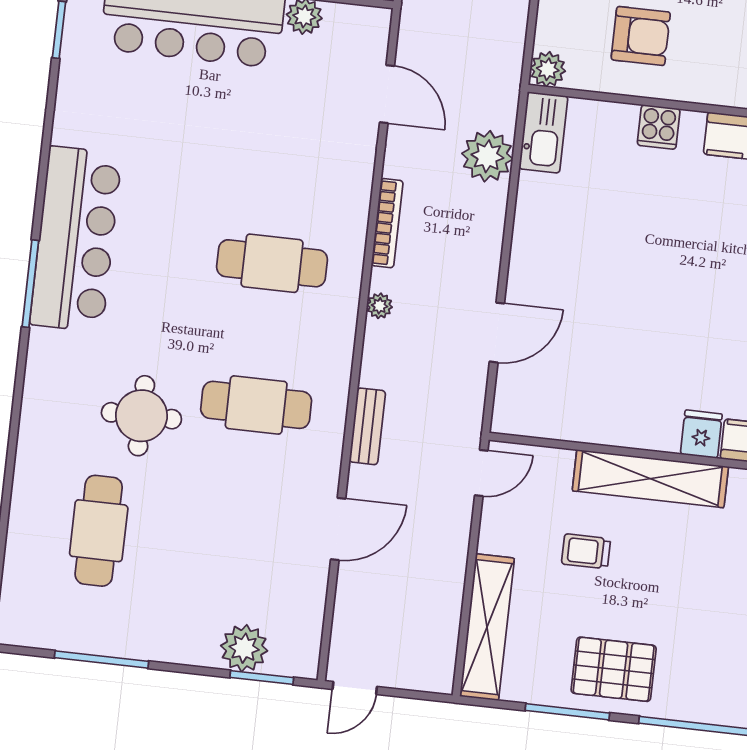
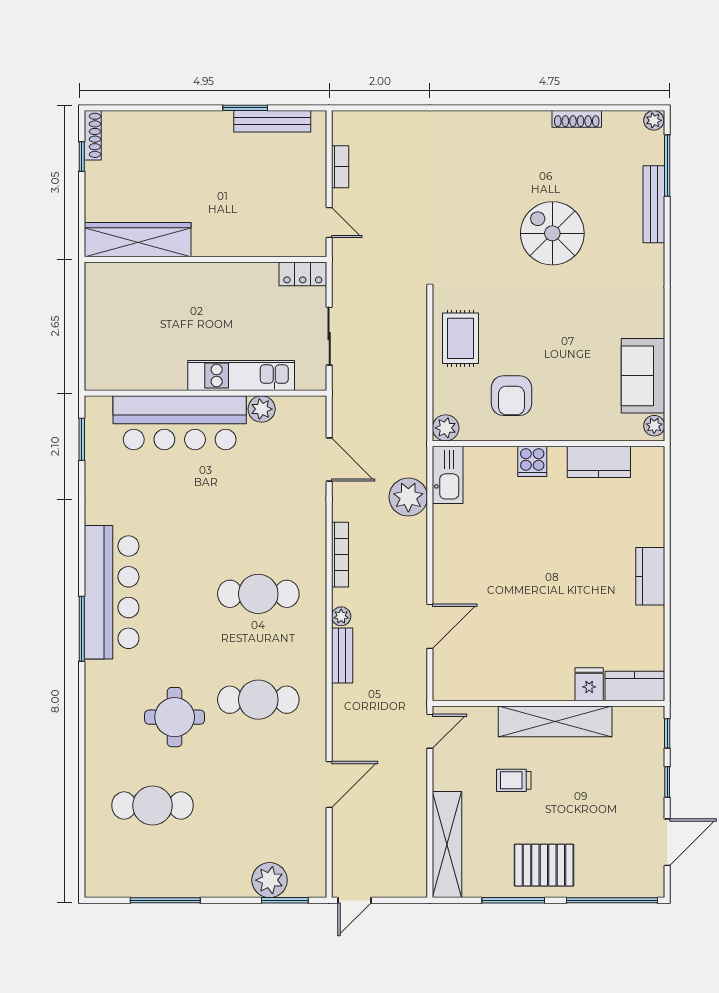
armchair: (641, 36) -> (511, 396), turned 90
bench: (367, 426) -> (342, 656), moved
cafe table: (99, 531) -> (153, 805), turned 90

